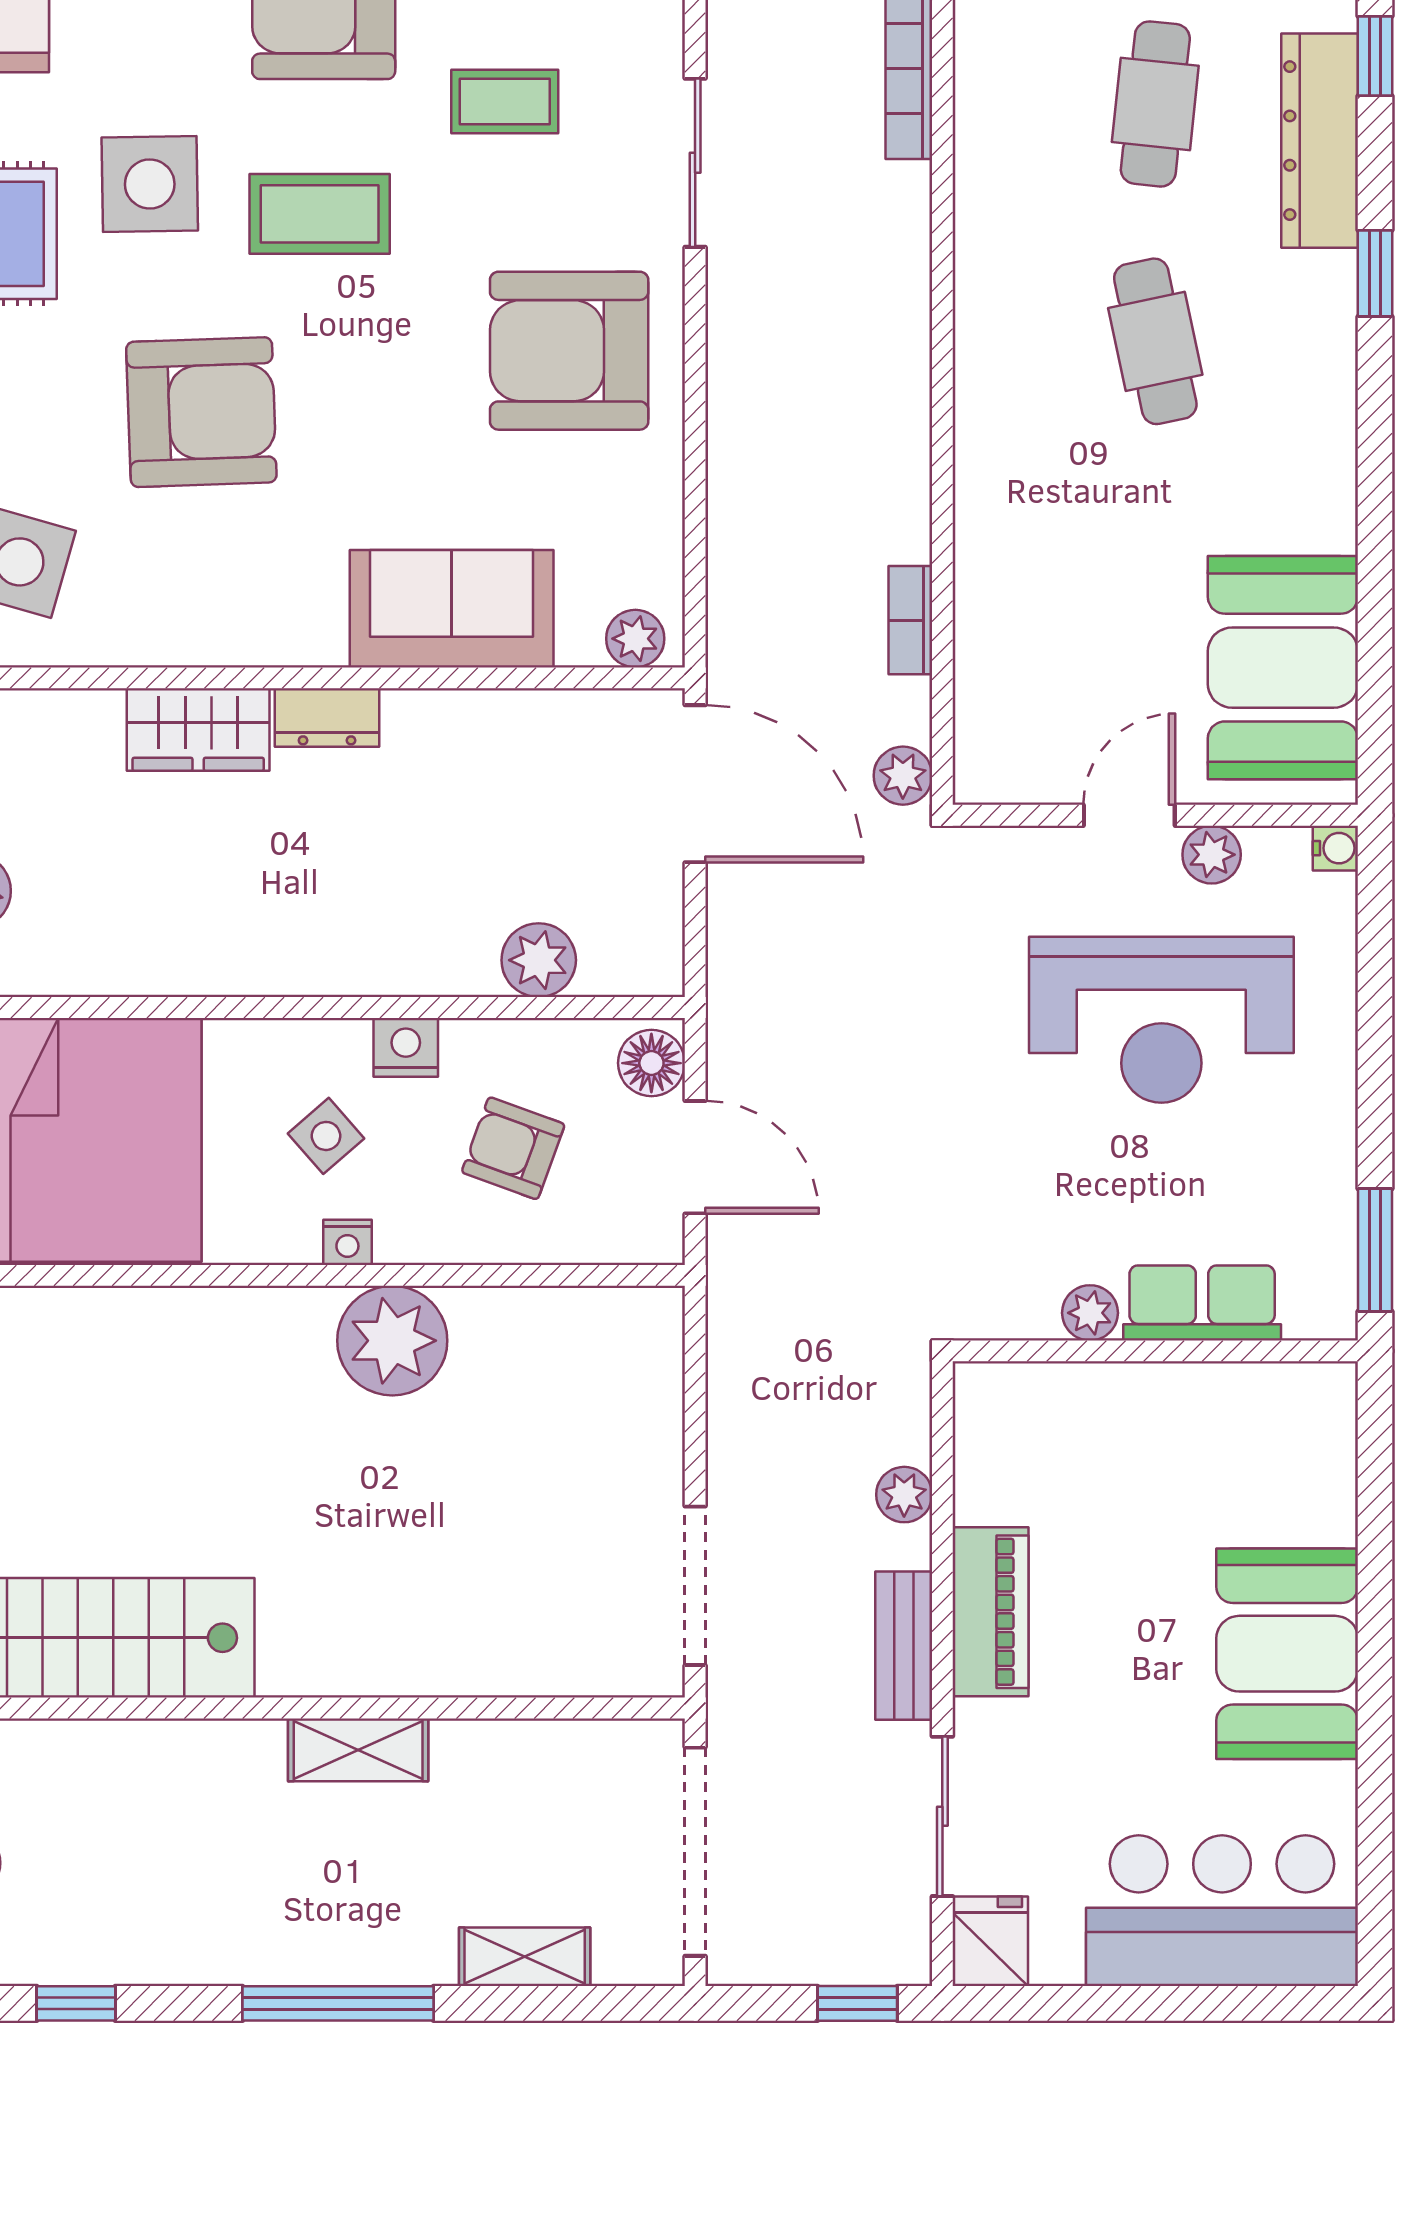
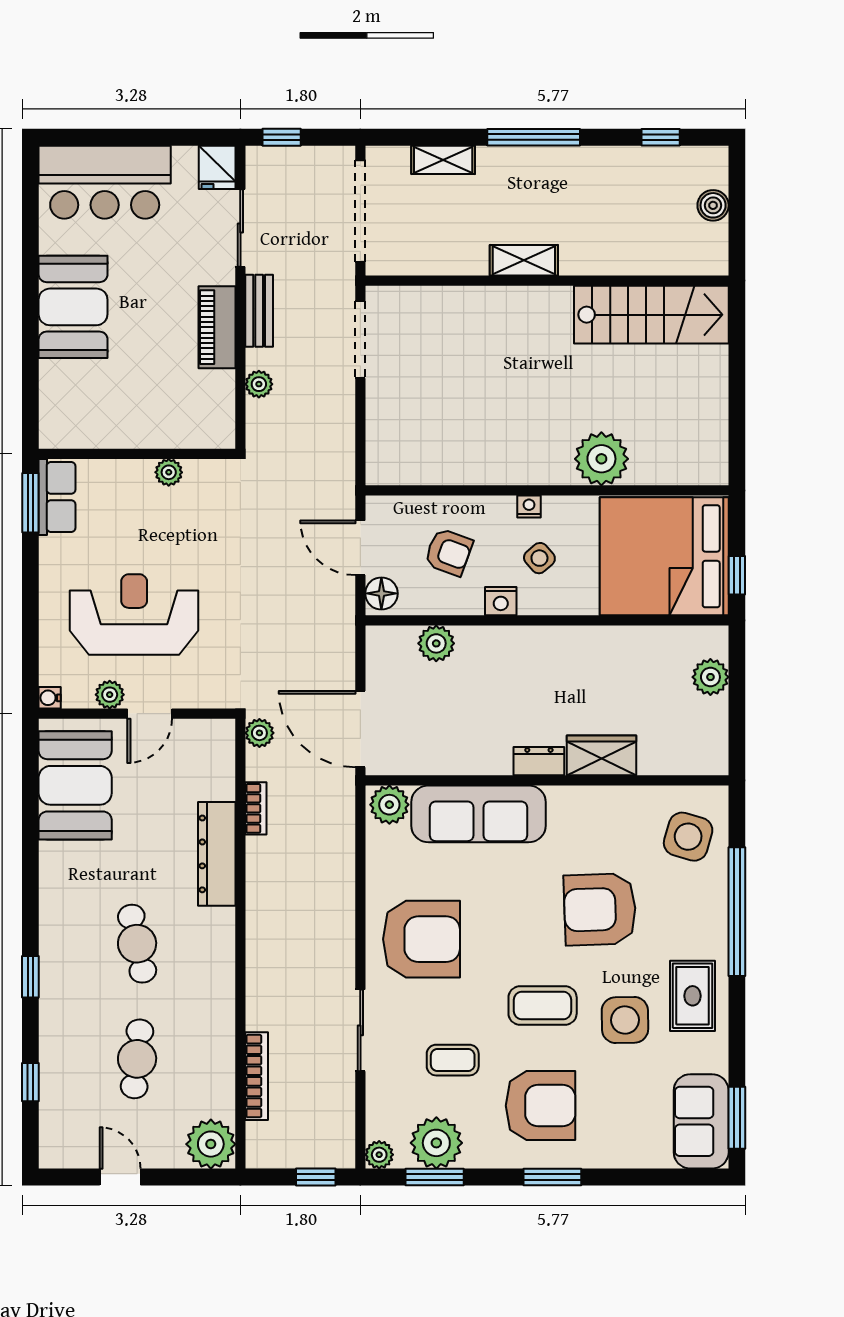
dresser: (1320, 141) -> (217, 854), moved, turned 180
sofa: (452, 609) -> (478, 814), width x1.36
plant: (635, 639) -> (389, 805), width x1.38, depth x1.38
row of seats: (1202, 1303) -> (57, 497), moved, turned -90
plant: (392, 1341) -> (601, 459), moved

